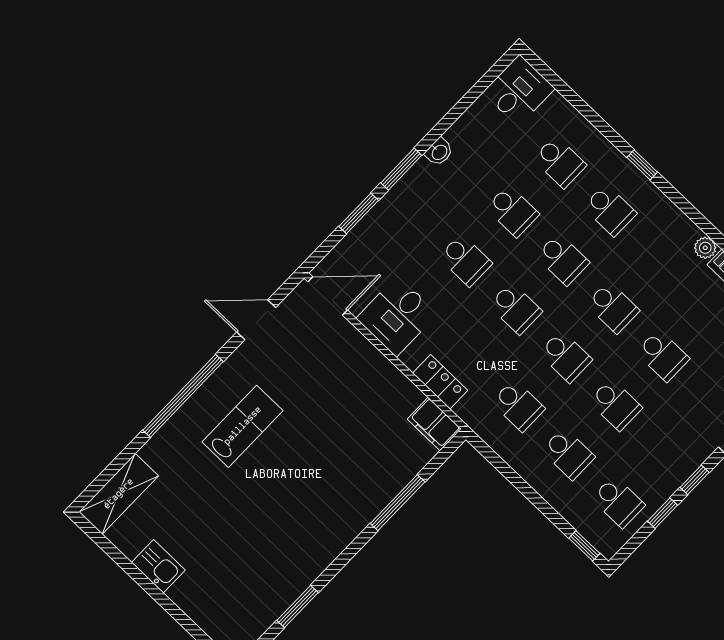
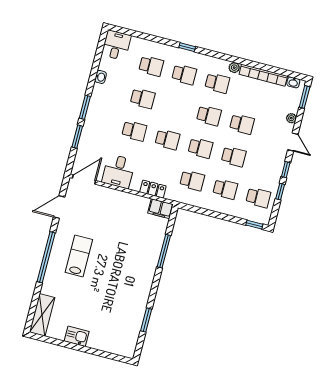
washbasin: (439, 152) -> (100, 77), moved
school desk: (563, 259) -> (217, 83), moved

